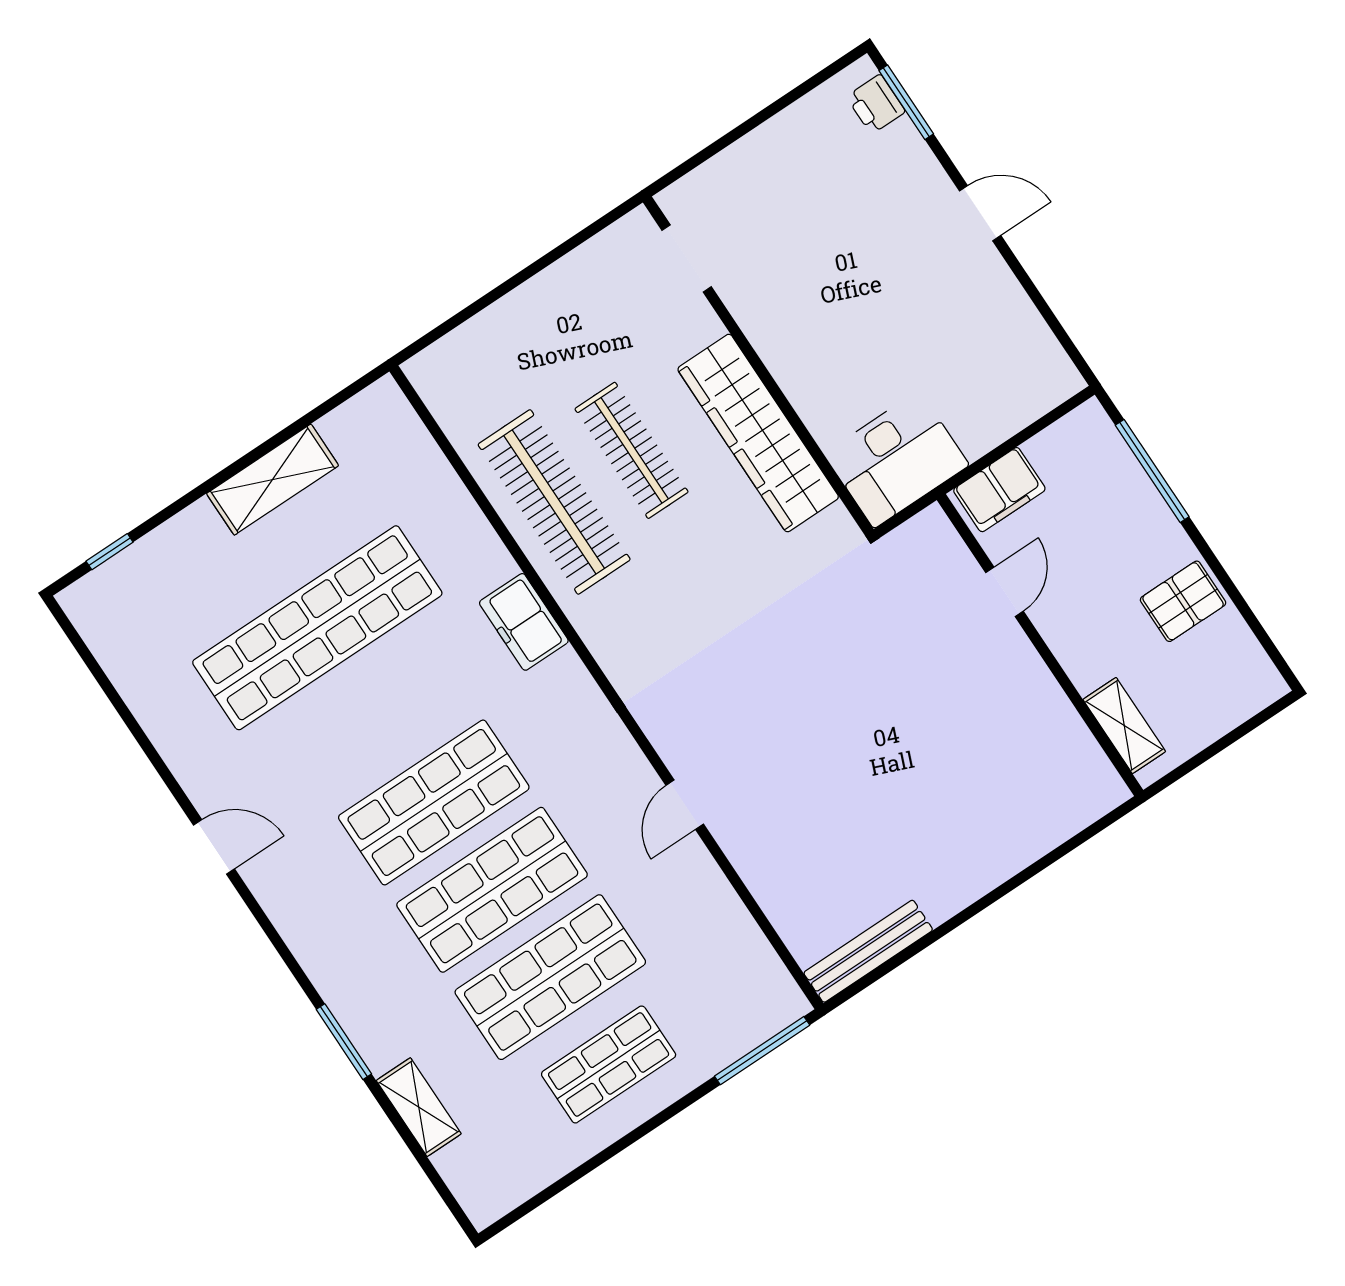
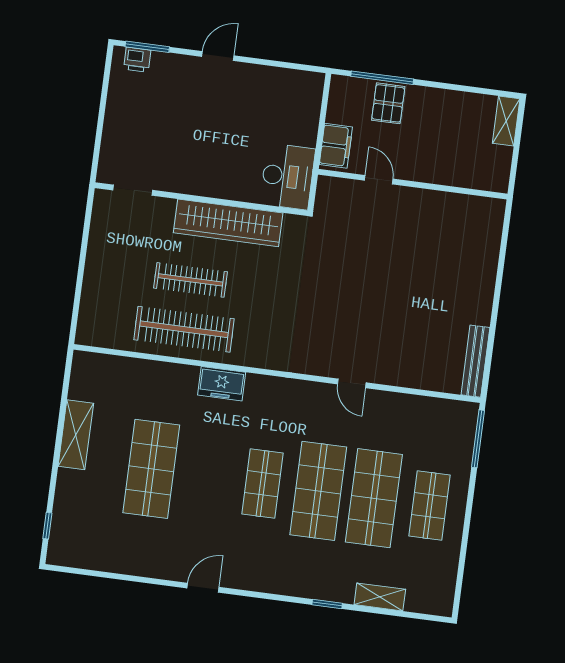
pallet: (1183, 601) -> (388, 103), moved
shop shelf: (317, 628) -> (151, 469), width x0.71
shelving: (1124, 726) -> (506, 121), moved, turned 90
shop shelf: (434, 802) -> (263, 484), width x0.70, depth x0.74
window: (344, 1042) -> (327, 604), width x0.67

